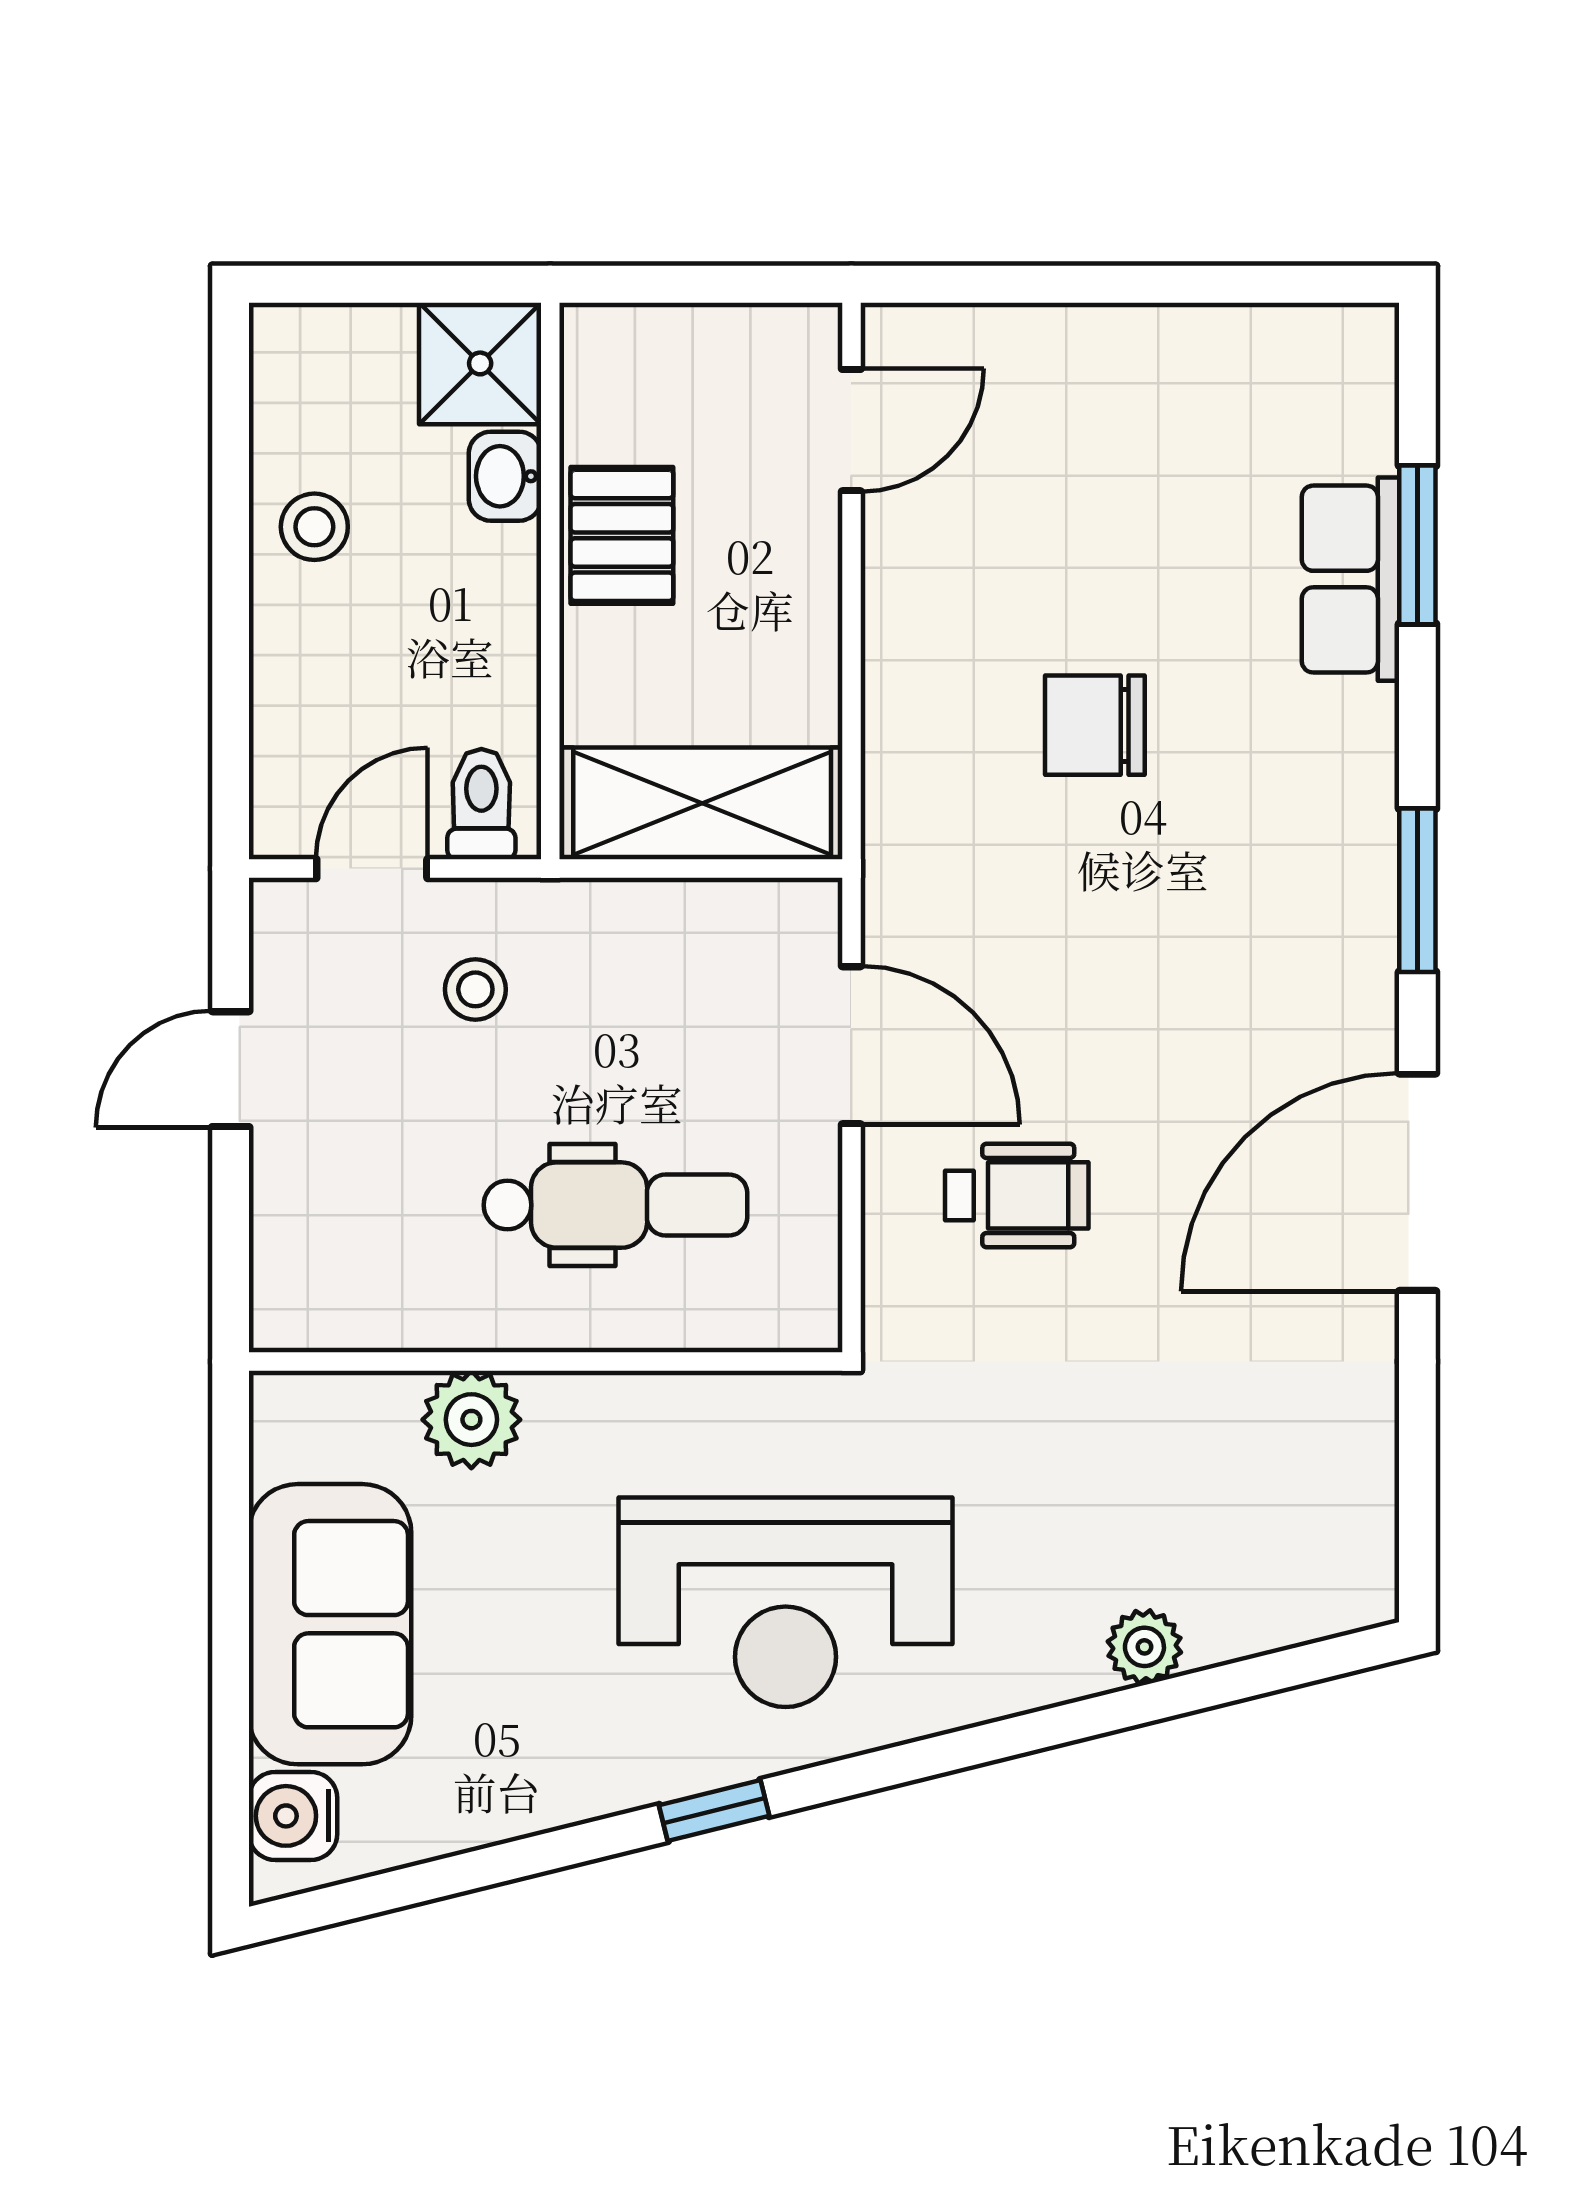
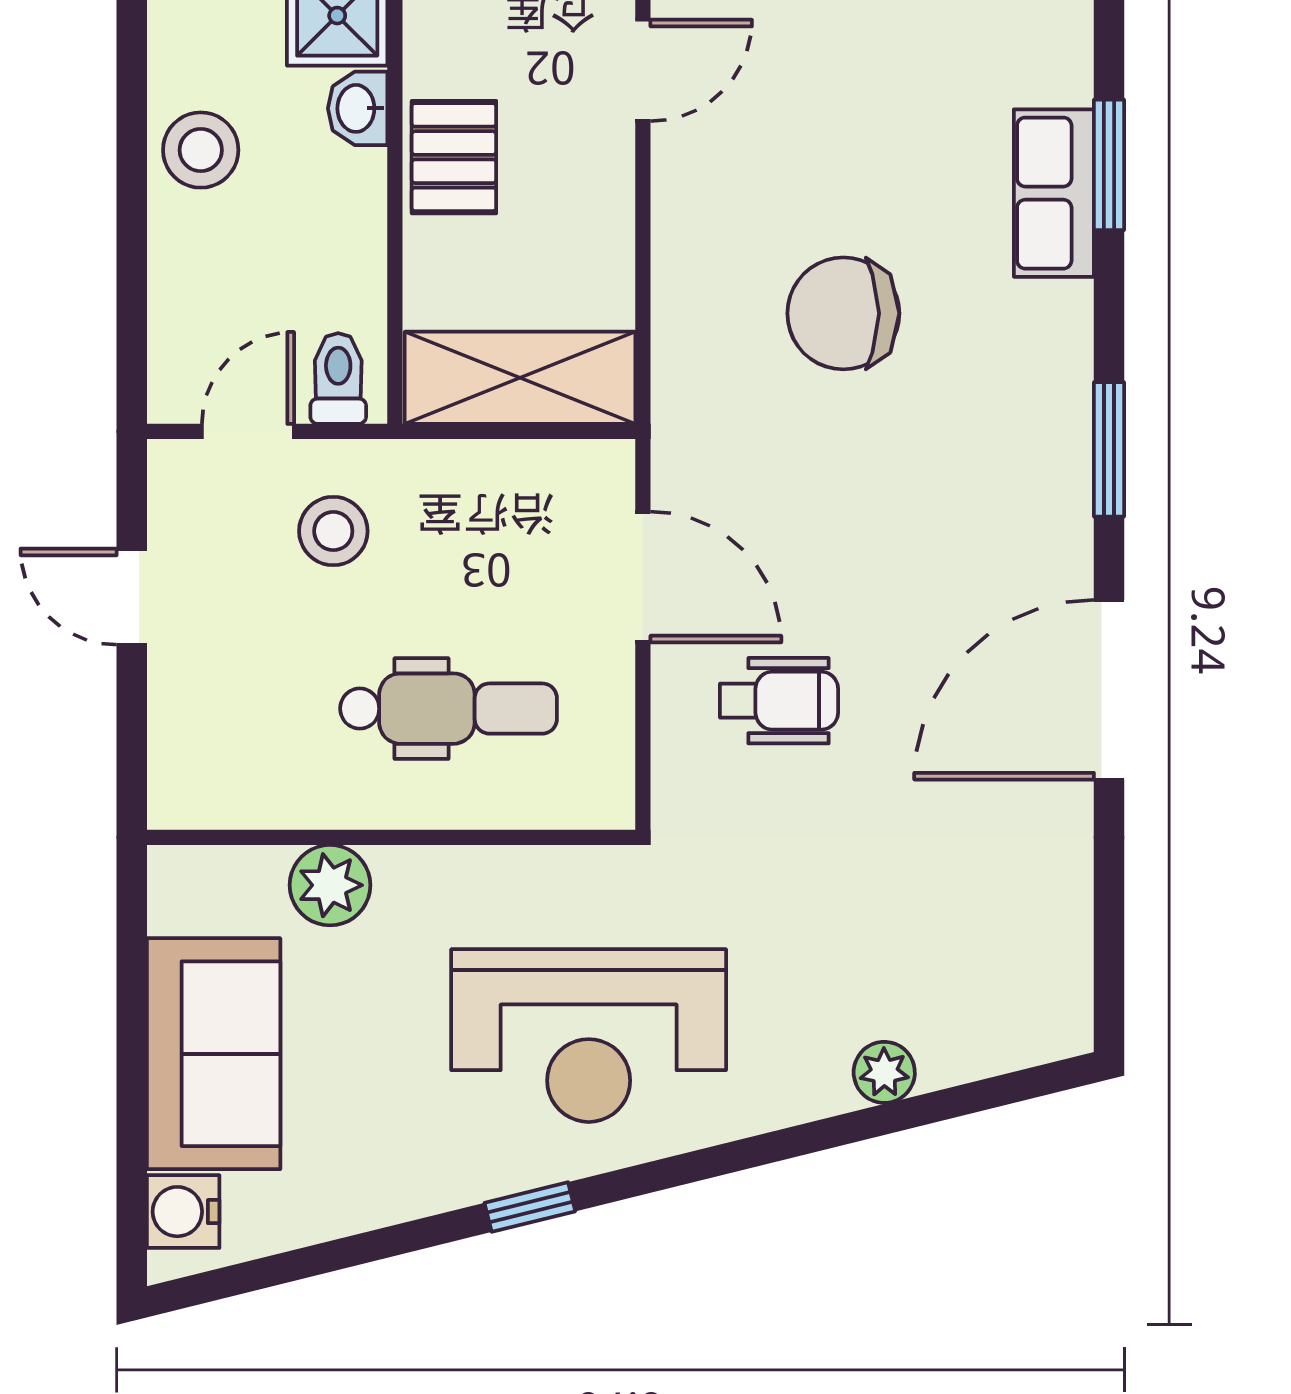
stool: (314, 527) -> (201, 150), width x1.37, depth x1.37
chair: (1095, 725) -> (843, 313), width x1.37, depth x1.37
stool: (475, 989) -> (333, 531), width x1.37, depth x1.37
door: (231, 1069) -> (132, 597), hinge flipped

